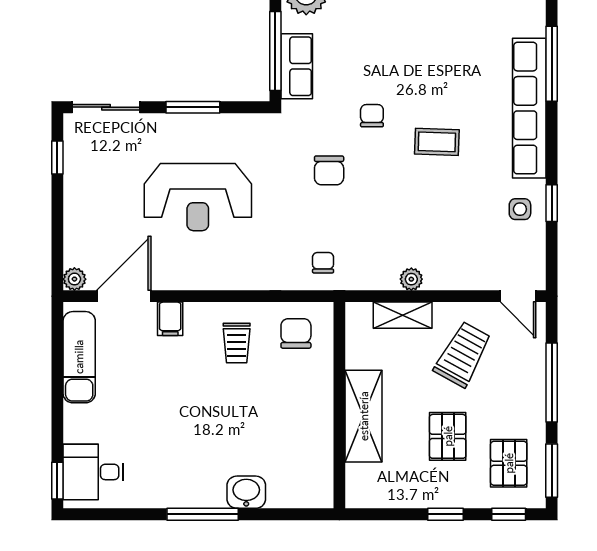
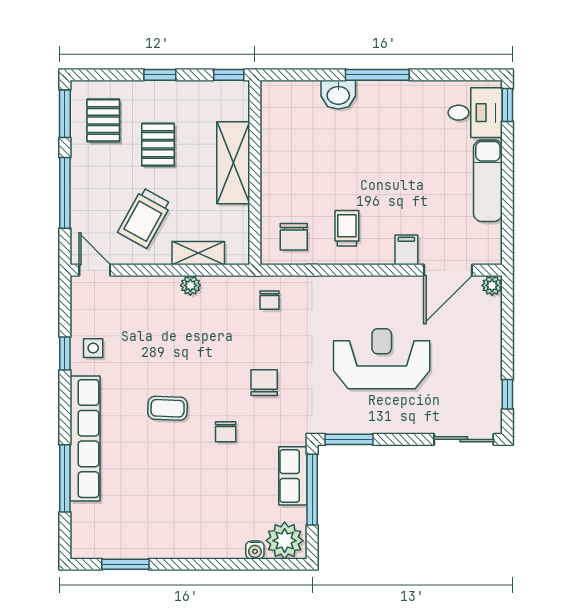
window: (193, 107) -> (349, 439), moved
exam couch: (79, 357) -> (488, 181), moved
window: (509, 514) -> (229, 75), moved

